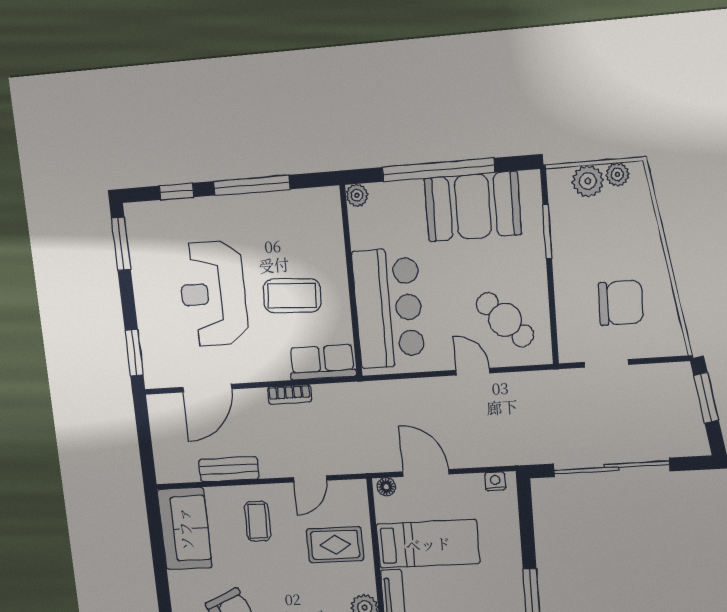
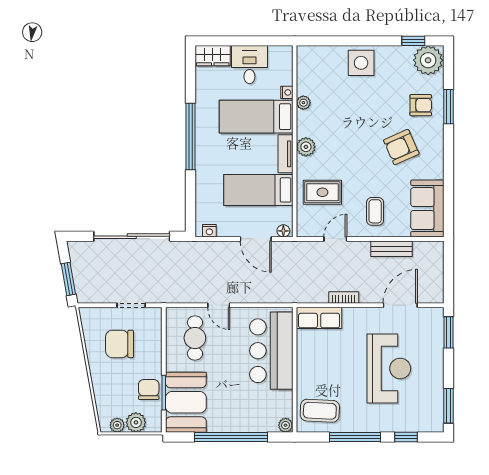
booth: (473, 207) -> (186, 402), moved, turned 90
chair: (571, 235) -> (149, 390), added
coffee table: (292, 296) -> (320, 411), moved
cafe table: (505, 320) -> (195, 338), turned 44

